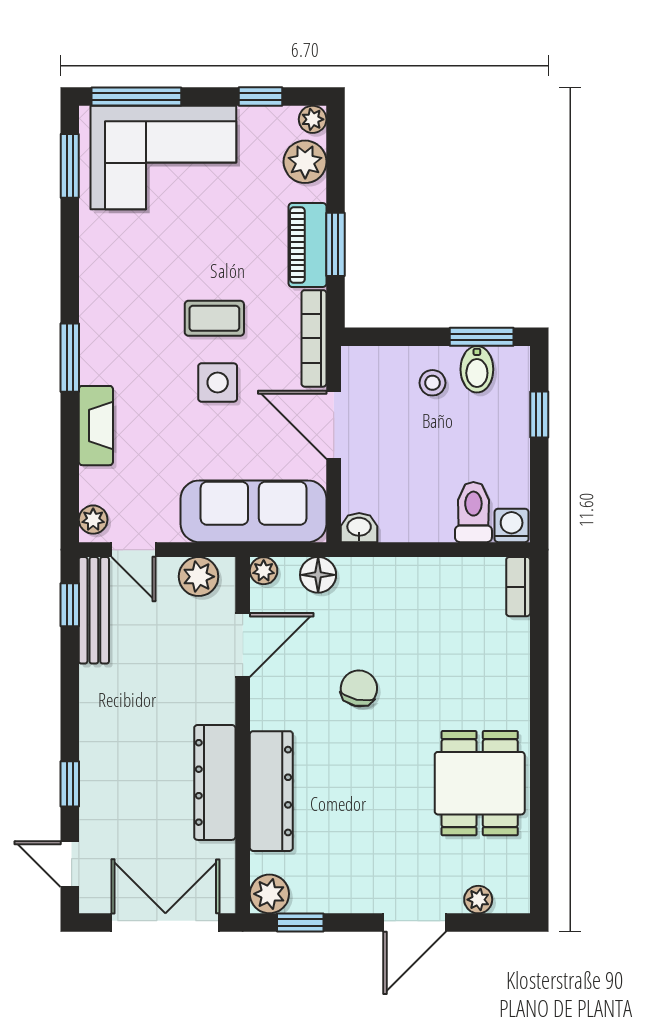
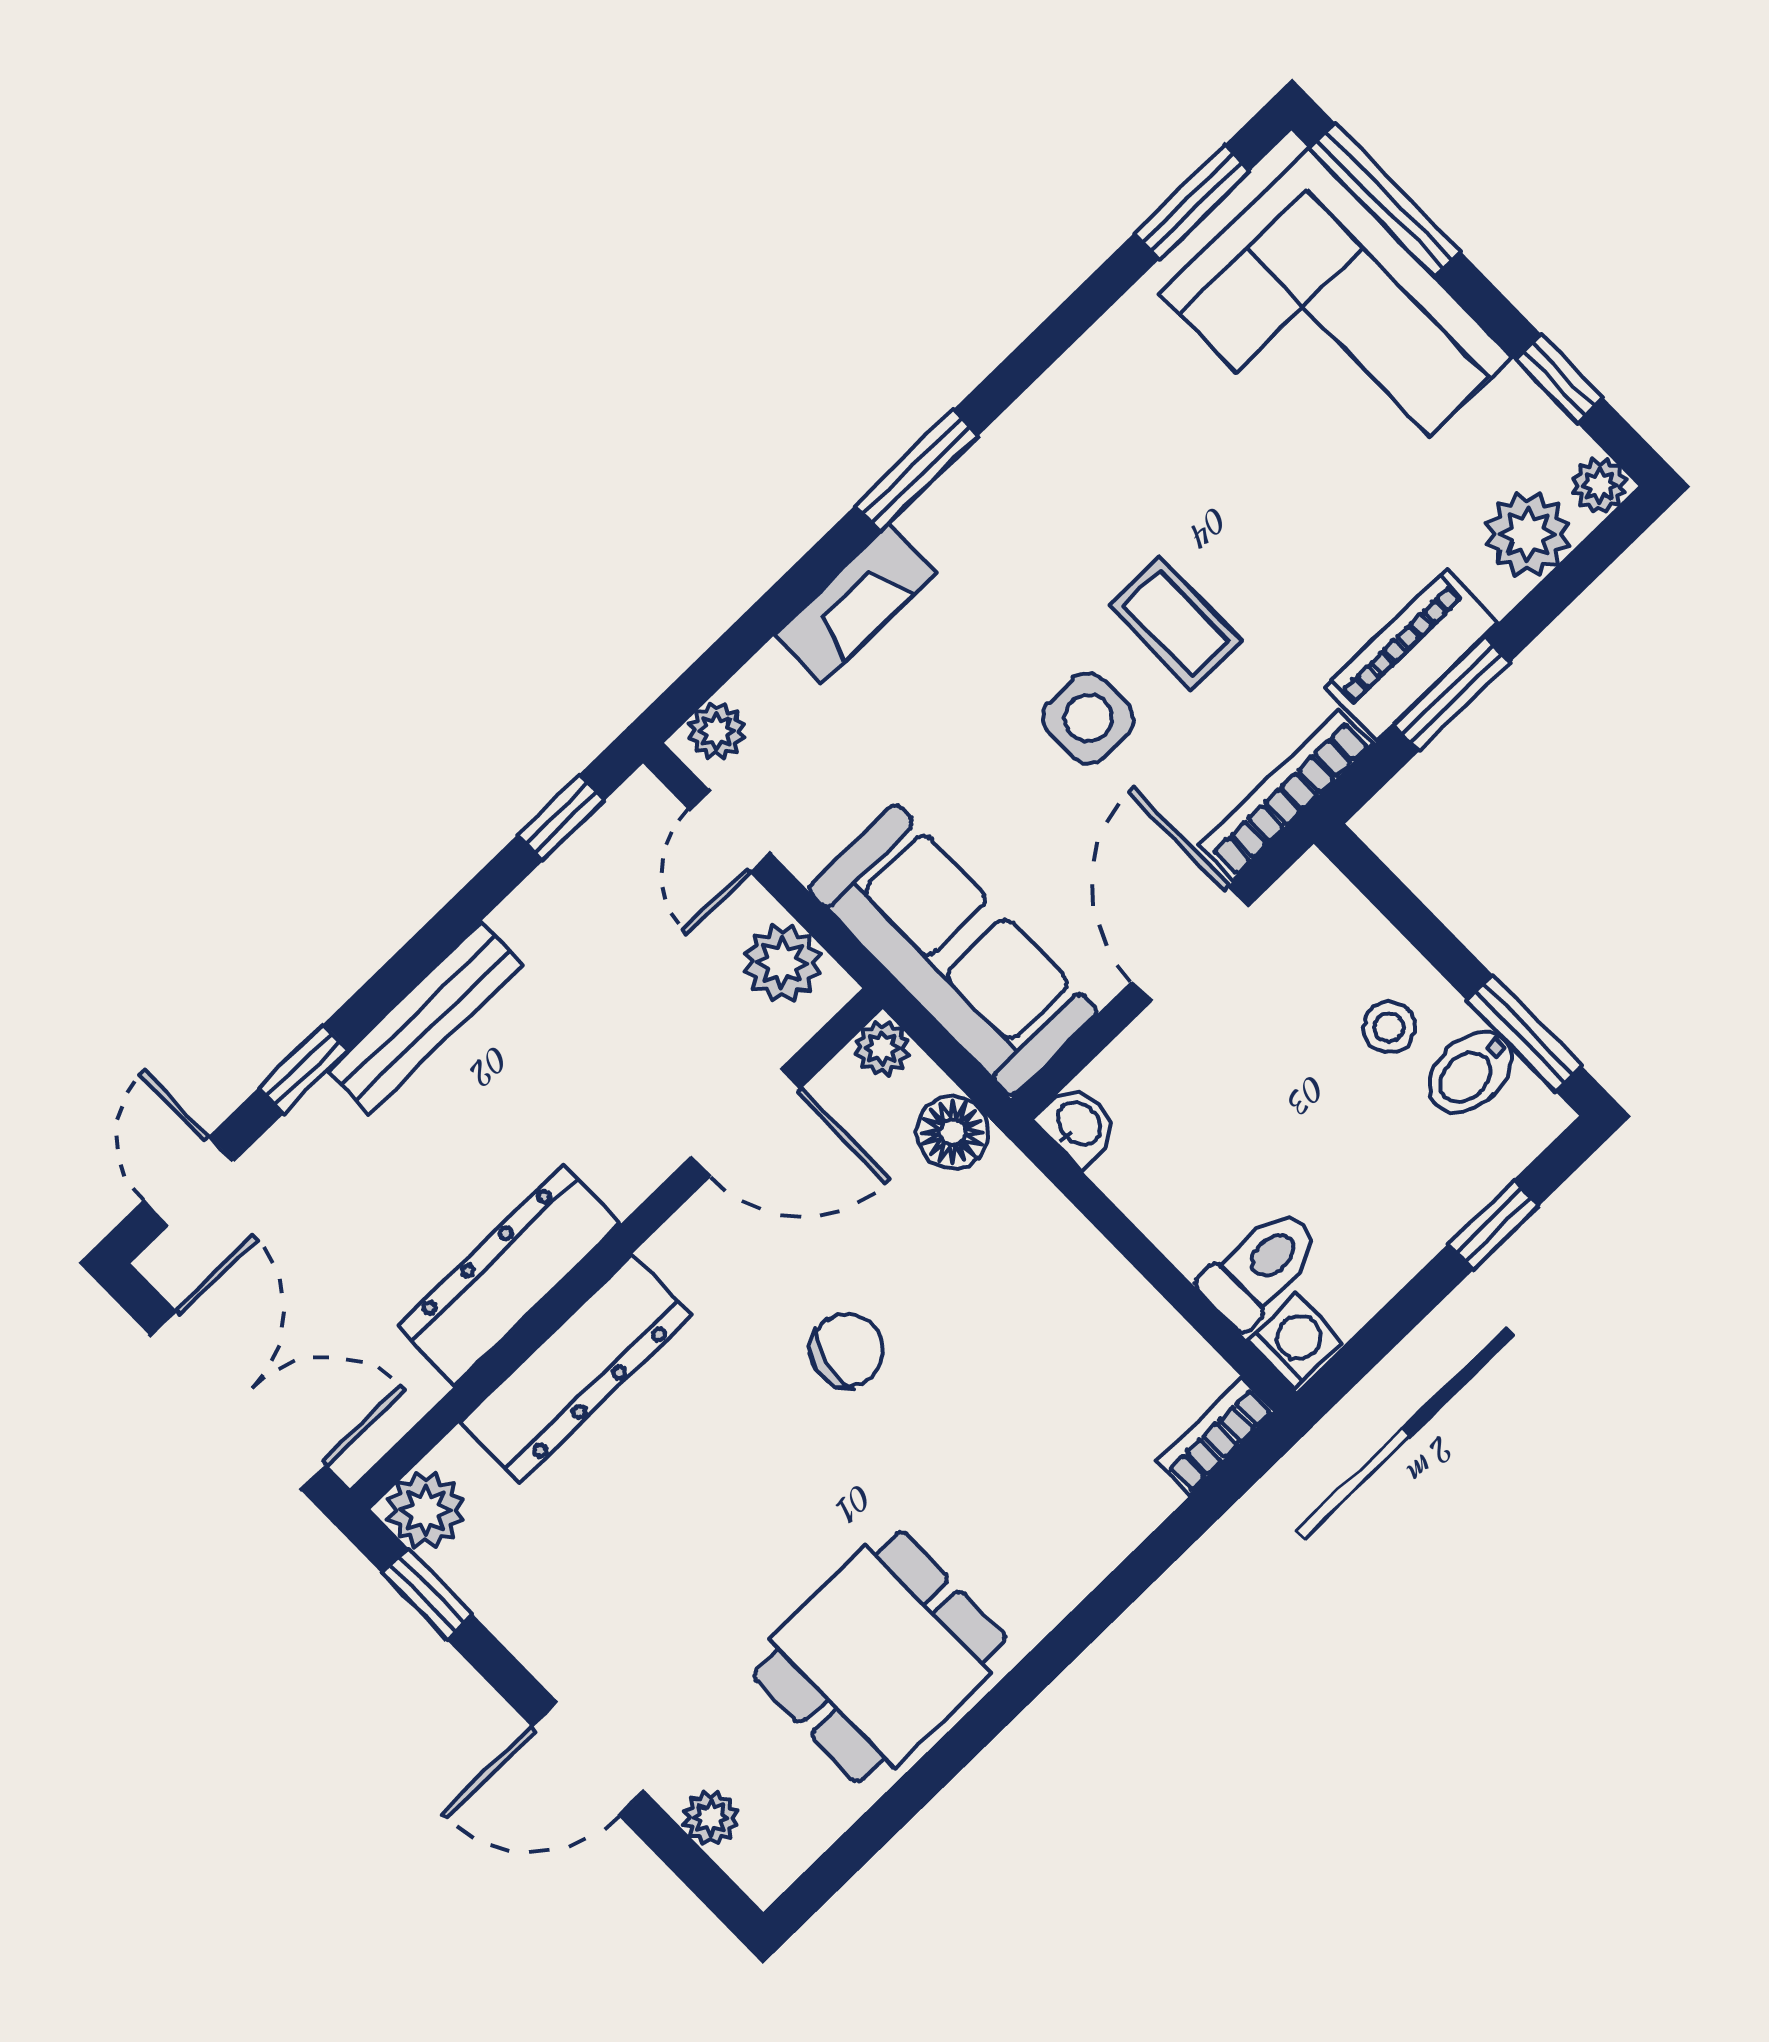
bench: (94, 610) -> (425, 1018), moved

